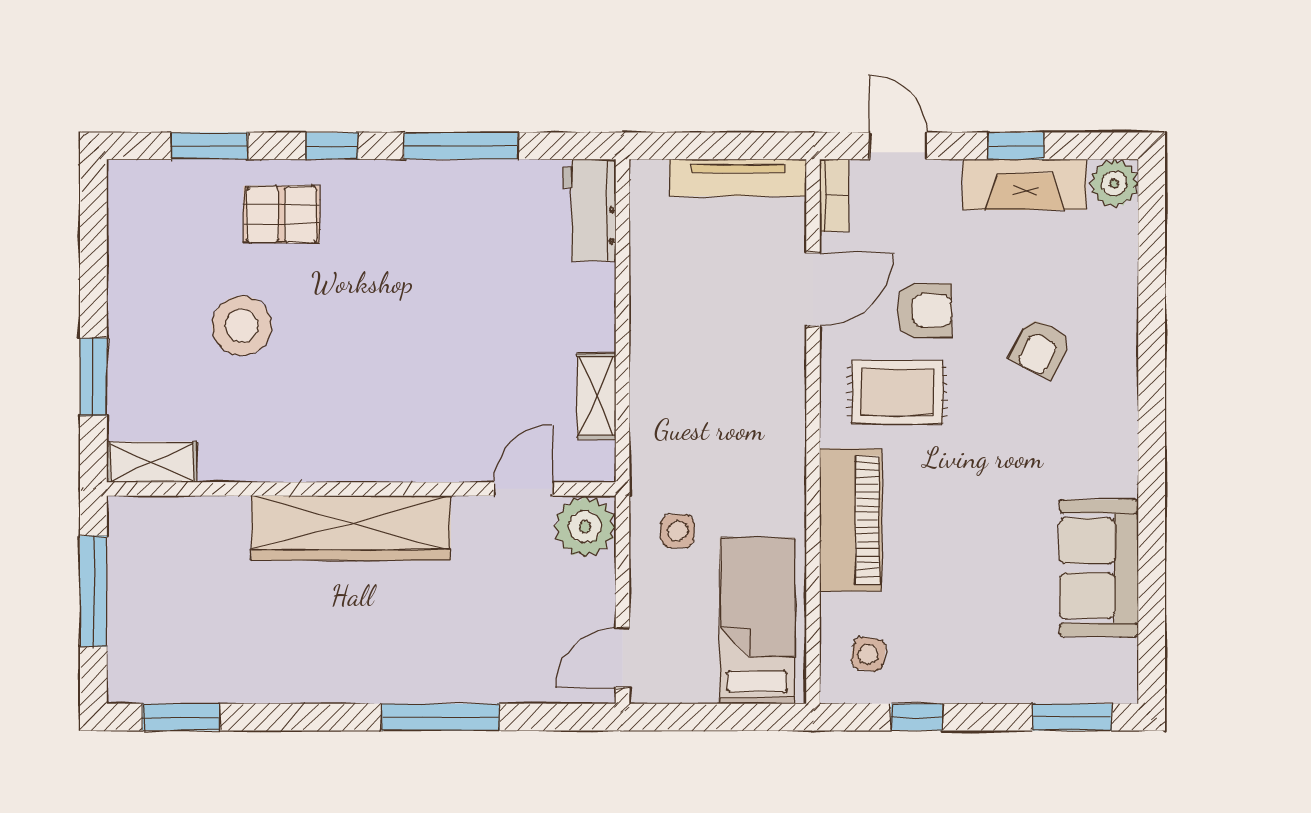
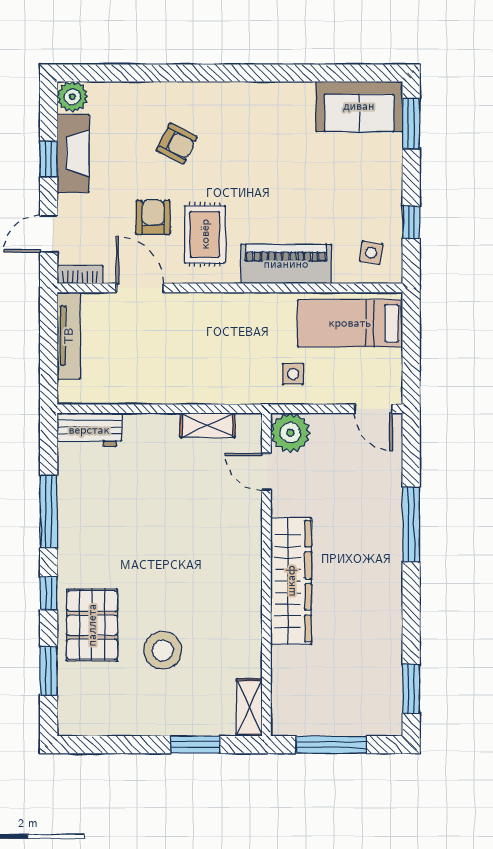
pallet: (282, 214) -> (92, 625), width x1.50, depth x1.42
sofa: (1099, 568) -> (359, 106), moved

